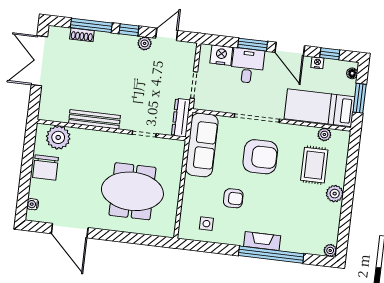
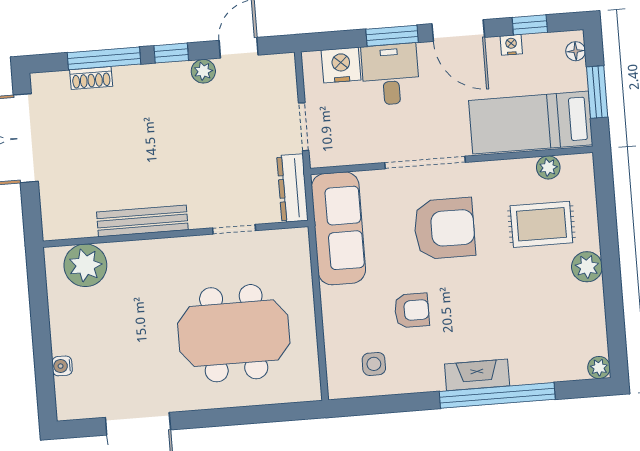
rug: (314, 165) -> (541, 224), turned 90
chair: (46, 168) -> (74, 322), removed
water cooler: (33, 204) -> (62, 366), moved

